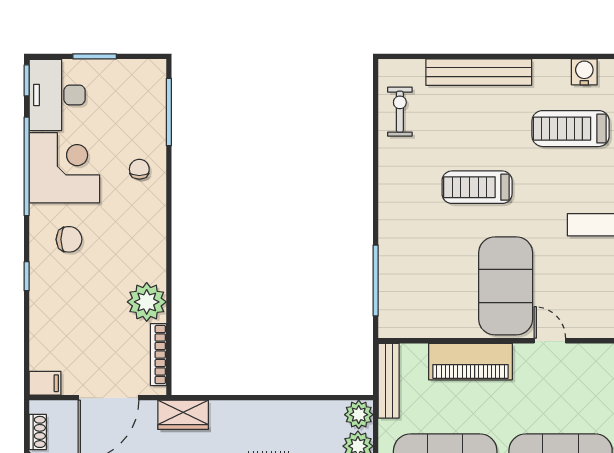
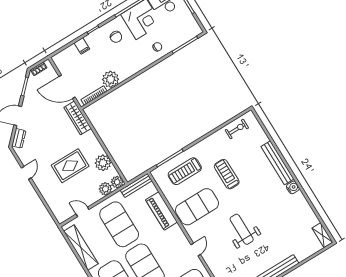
bench: (479, 72) -> (278, 163), moved
treadmill: (571, 129) -> (185, 171), moved, turned -90
door: (550, 341) -> (196, 249), moved
filing cabinet: (45, 383) -> (82, 46), moved
wardrobe: (183, 415) -> (78, 118), width x1.50
plant: (303, 419) -> (103, 163), added

